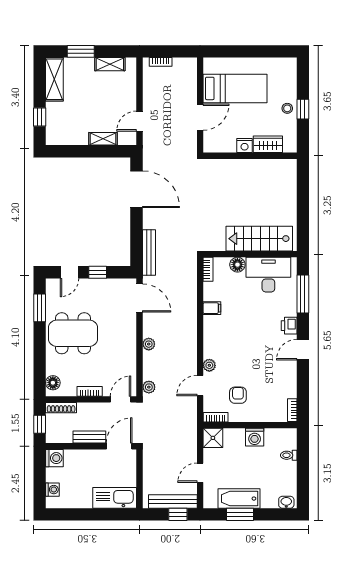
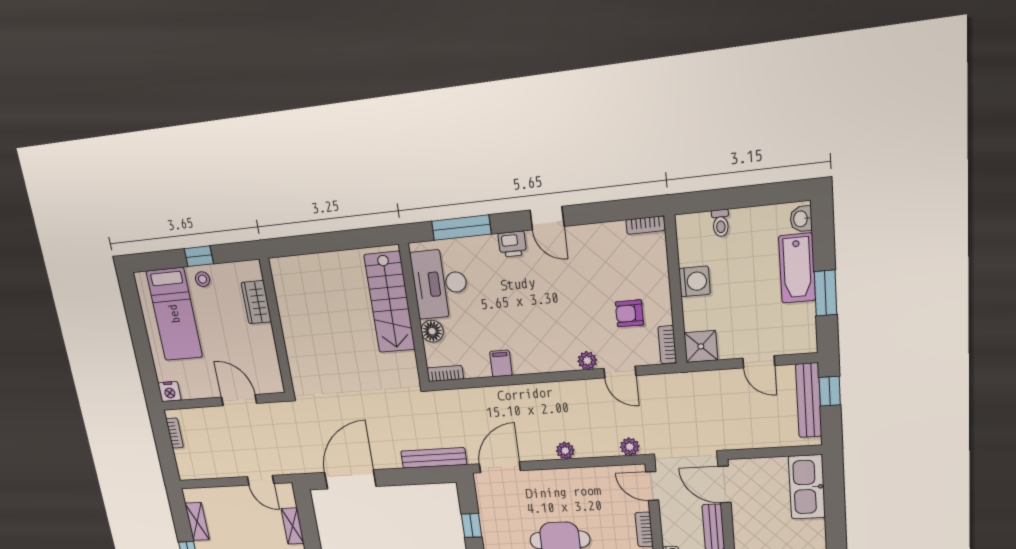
bookcase: (161, 62) -> (175, 433), moved
bed: (235, 88) -> (174, 314), moved, turned 180
nightstand: (245, 146) -> (170, 391), moved, turned 90
bathtub: (239, 499) -> (797, 268), moved

